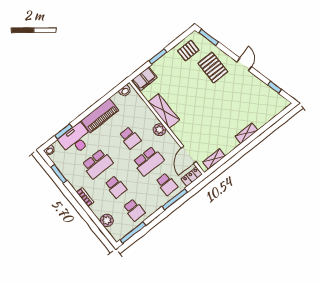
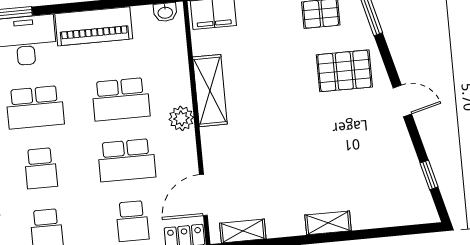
door: (244, 64) -> (402, 101), hinge flipped
pallet: (213, 68) -> (344, 71), turned 90
school desk: (130, 138) -> (121, 99), width x1.85

